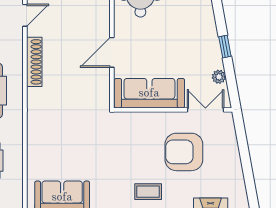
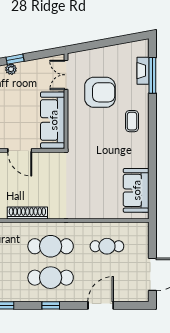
plant: (219, 77) -> (11, 69), moved
armchair: (184, 152) -> (100, 92), turned -90

